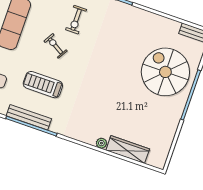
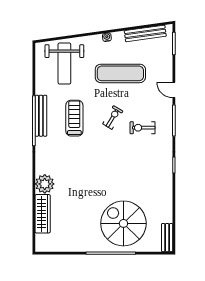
spiral stairs: (165, 72) -> (123, 223), turned -90
plant: (101, 143) -> (45, 184), width x1.88, depth x1.88

